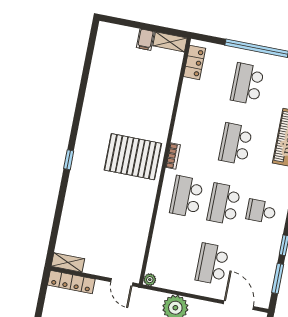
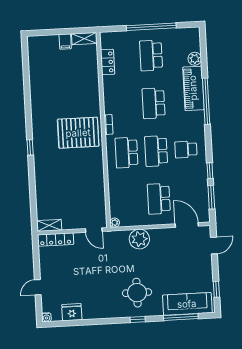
locker: (195, 62) -> (108, 62), moved

